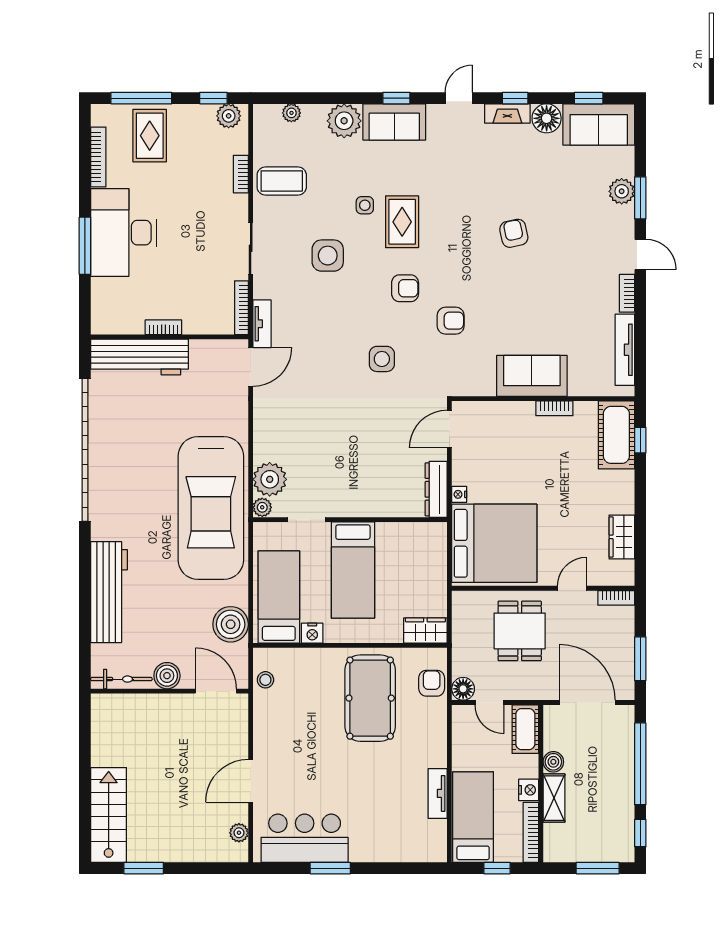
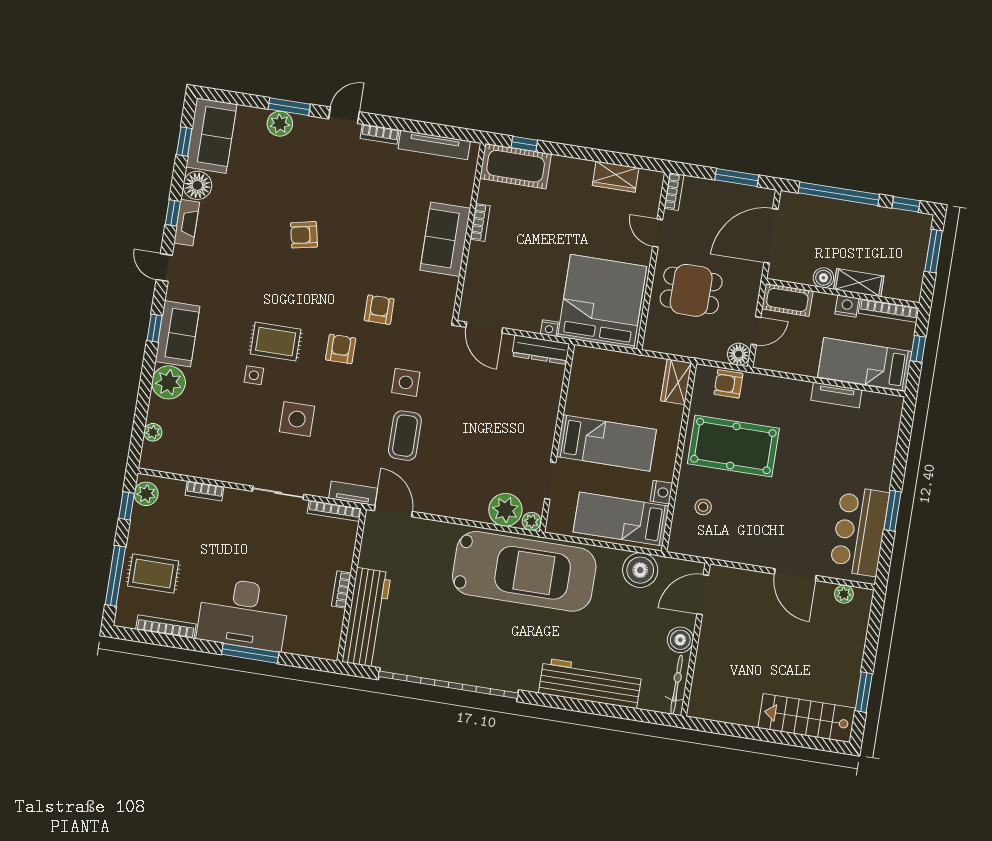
coffee table: (282, 181) -> (405, 436), moved
stool: (265, 680) -> (703, 507), moved

